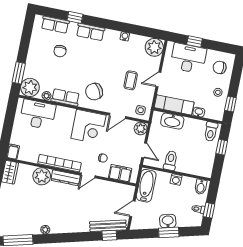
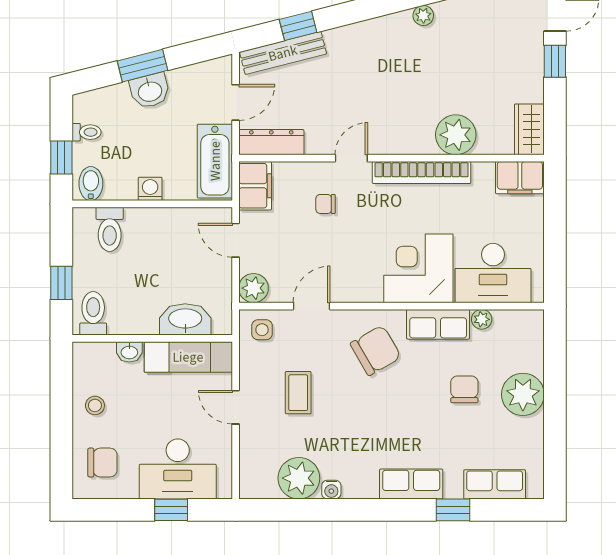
plant: (154, 47) -> (299, 478), moved
chair: (60, 51) -> (464, 389), moved
window: (19, 73) -> (555, 358), removed
door: (158, 80) -> (236, 407), swing flipped
plant: (30, 87) -> (523, 394), moved
window: (230, 104) -> (61, 385), removed
corner desk: (88, 127) -> (418, 268), moved
filing cabinet: (13, 152) -> (520, 178), width x2.00
toilet: (171, 161) -> (110, 229), moved
filing cabinet: (120, 173) -> (255, 186), moved, turned -90
dresser: (66, 178) -> (271, 142), moved
window: (209, 210) -> (61, 157), moved
window: (109, 235) -> (298, 26), moved

